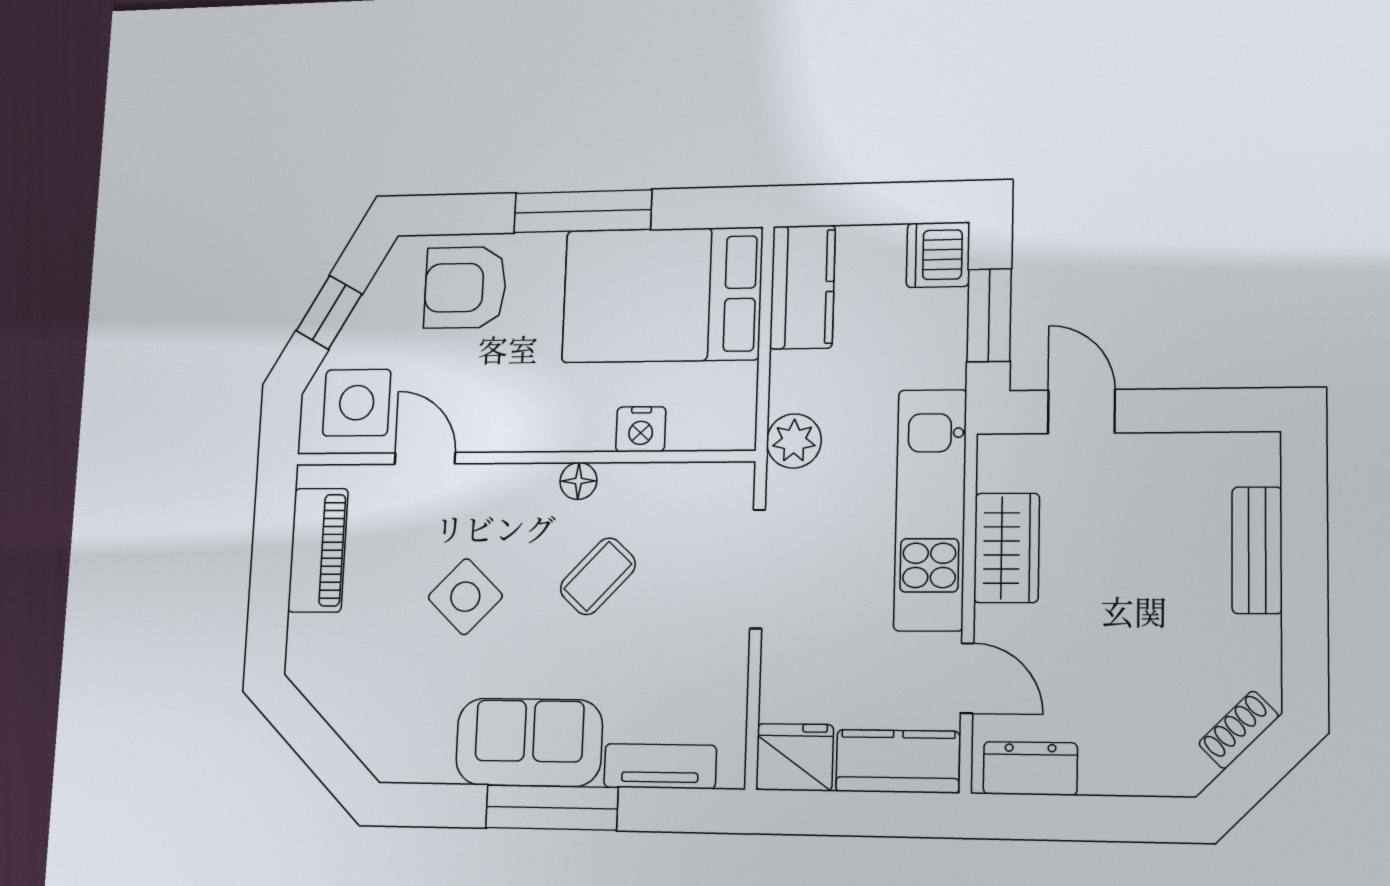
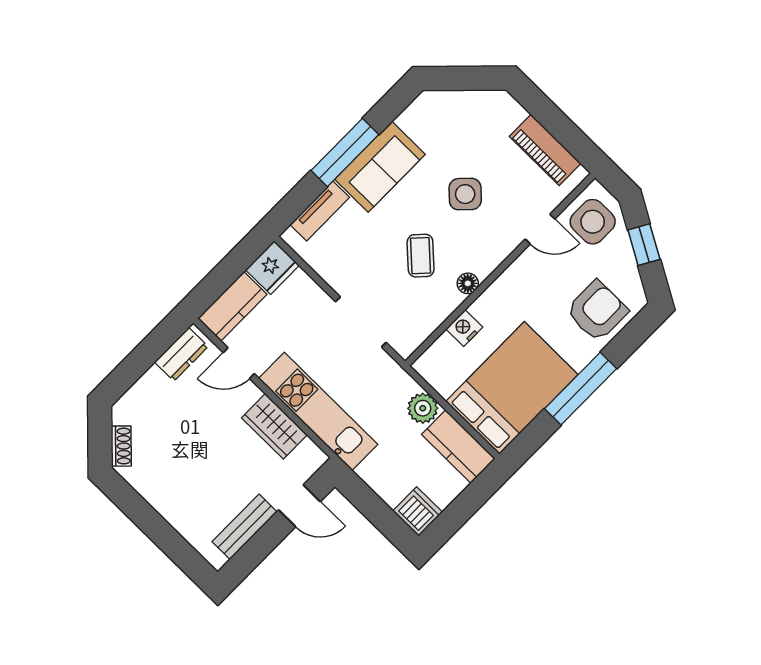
window: (989, 315) -> (373, 508), removed
plant: (794, 441) -> (423, 408), moved
bench: (1257, 550) -> (245, 527), moved, turned 90

